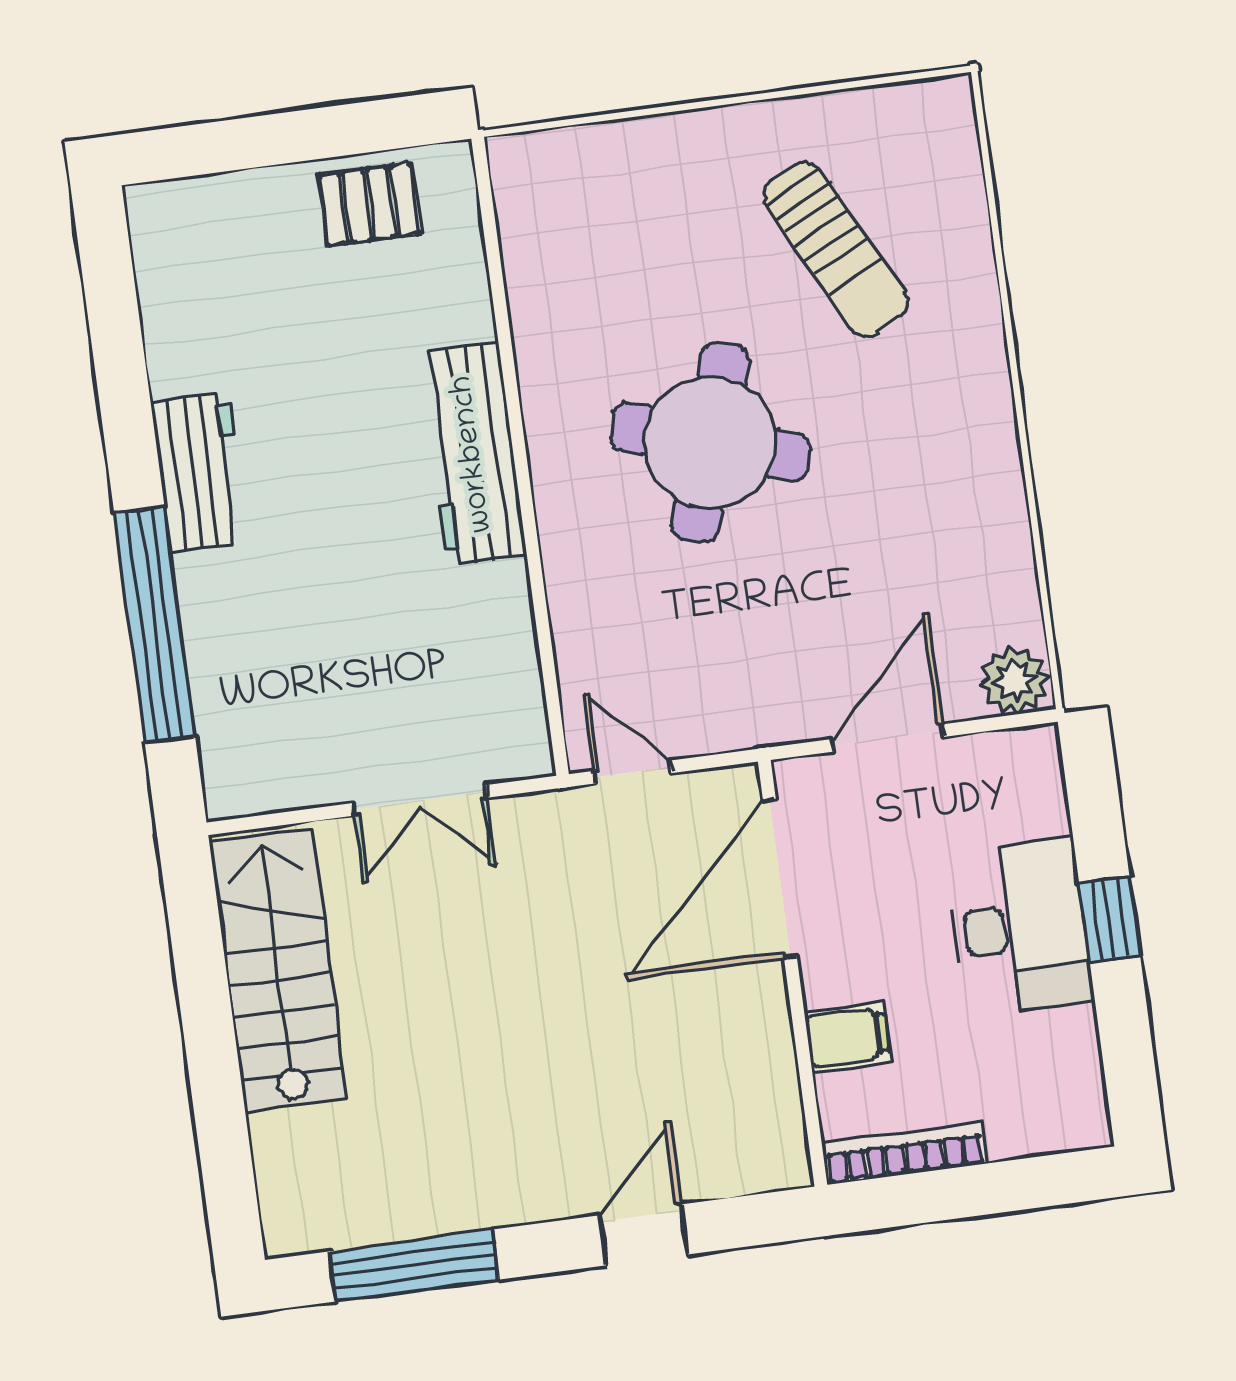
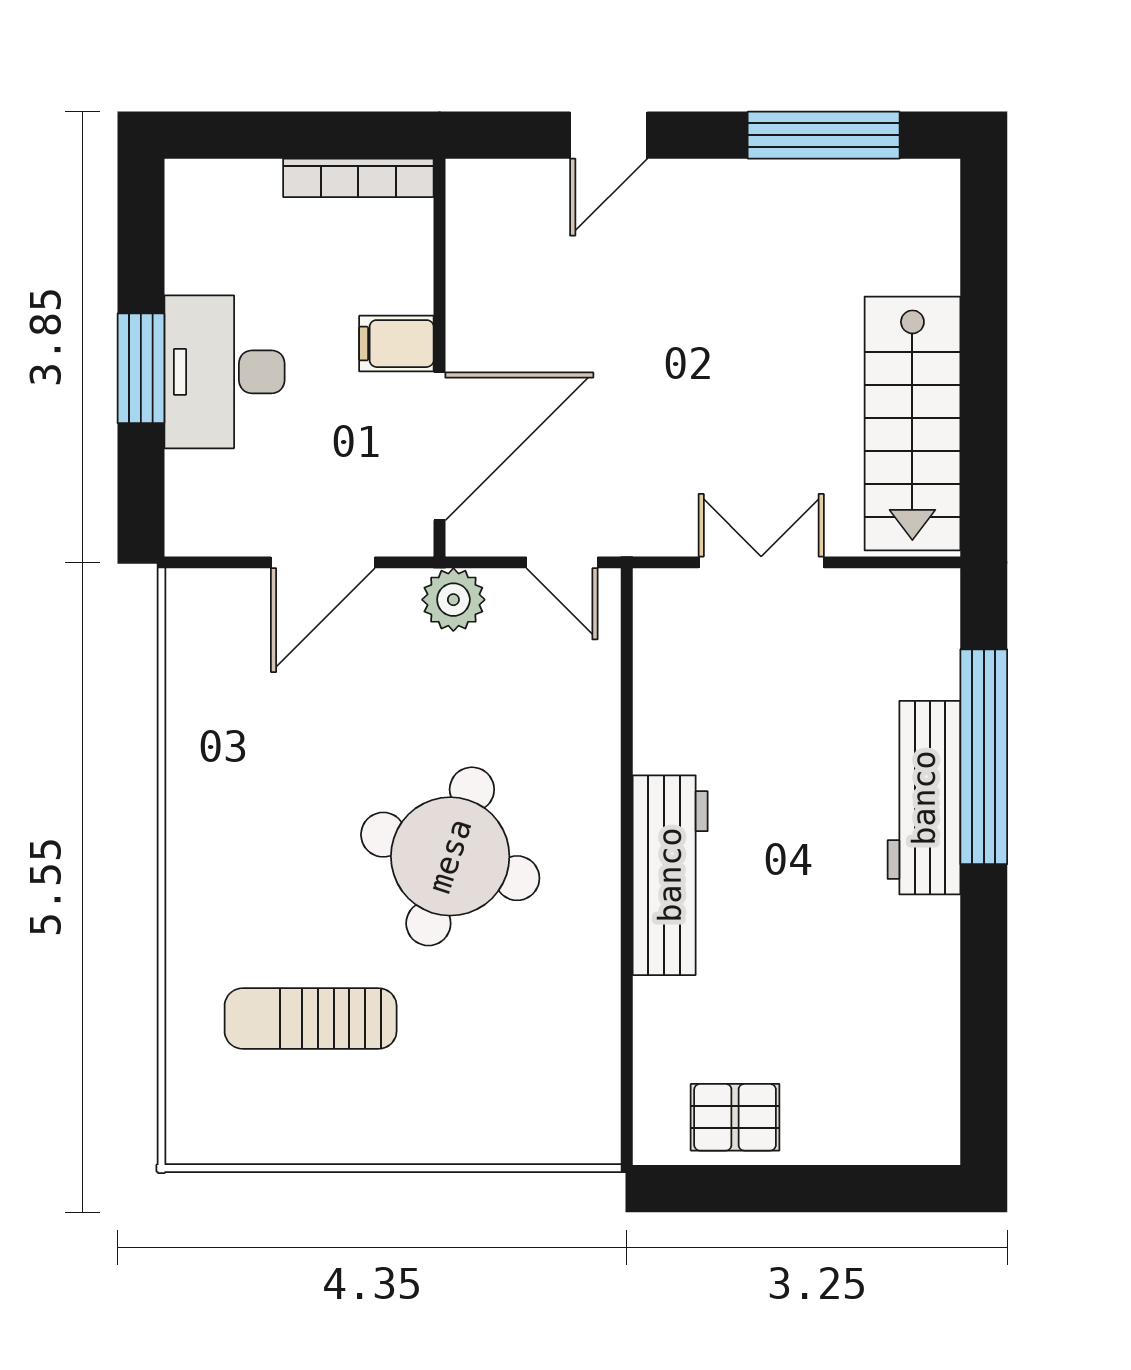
sun lounger: (836, 249) -> (311, 1019), turned -63
workbench: (199, 472) -> (924, 798), moved, width x1.37
plant: (1014, 681) -> (453, 600), moved
window: (1110, 919) -> (141, 368), width x1.50
filing cabinet: (848, 1037) -> (396, 344), moved

